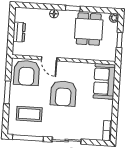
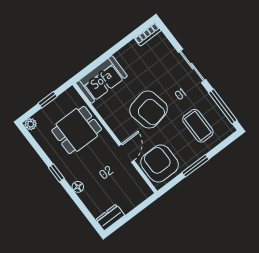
dining table: (89, 29) -> (77, 130), moved
dresser: (19, 32) -> (110, 217), moved
armchair: (27, 73) -> (160, 163), turned -90
armchair: (63, 93) -> (149, 110), turned 78

